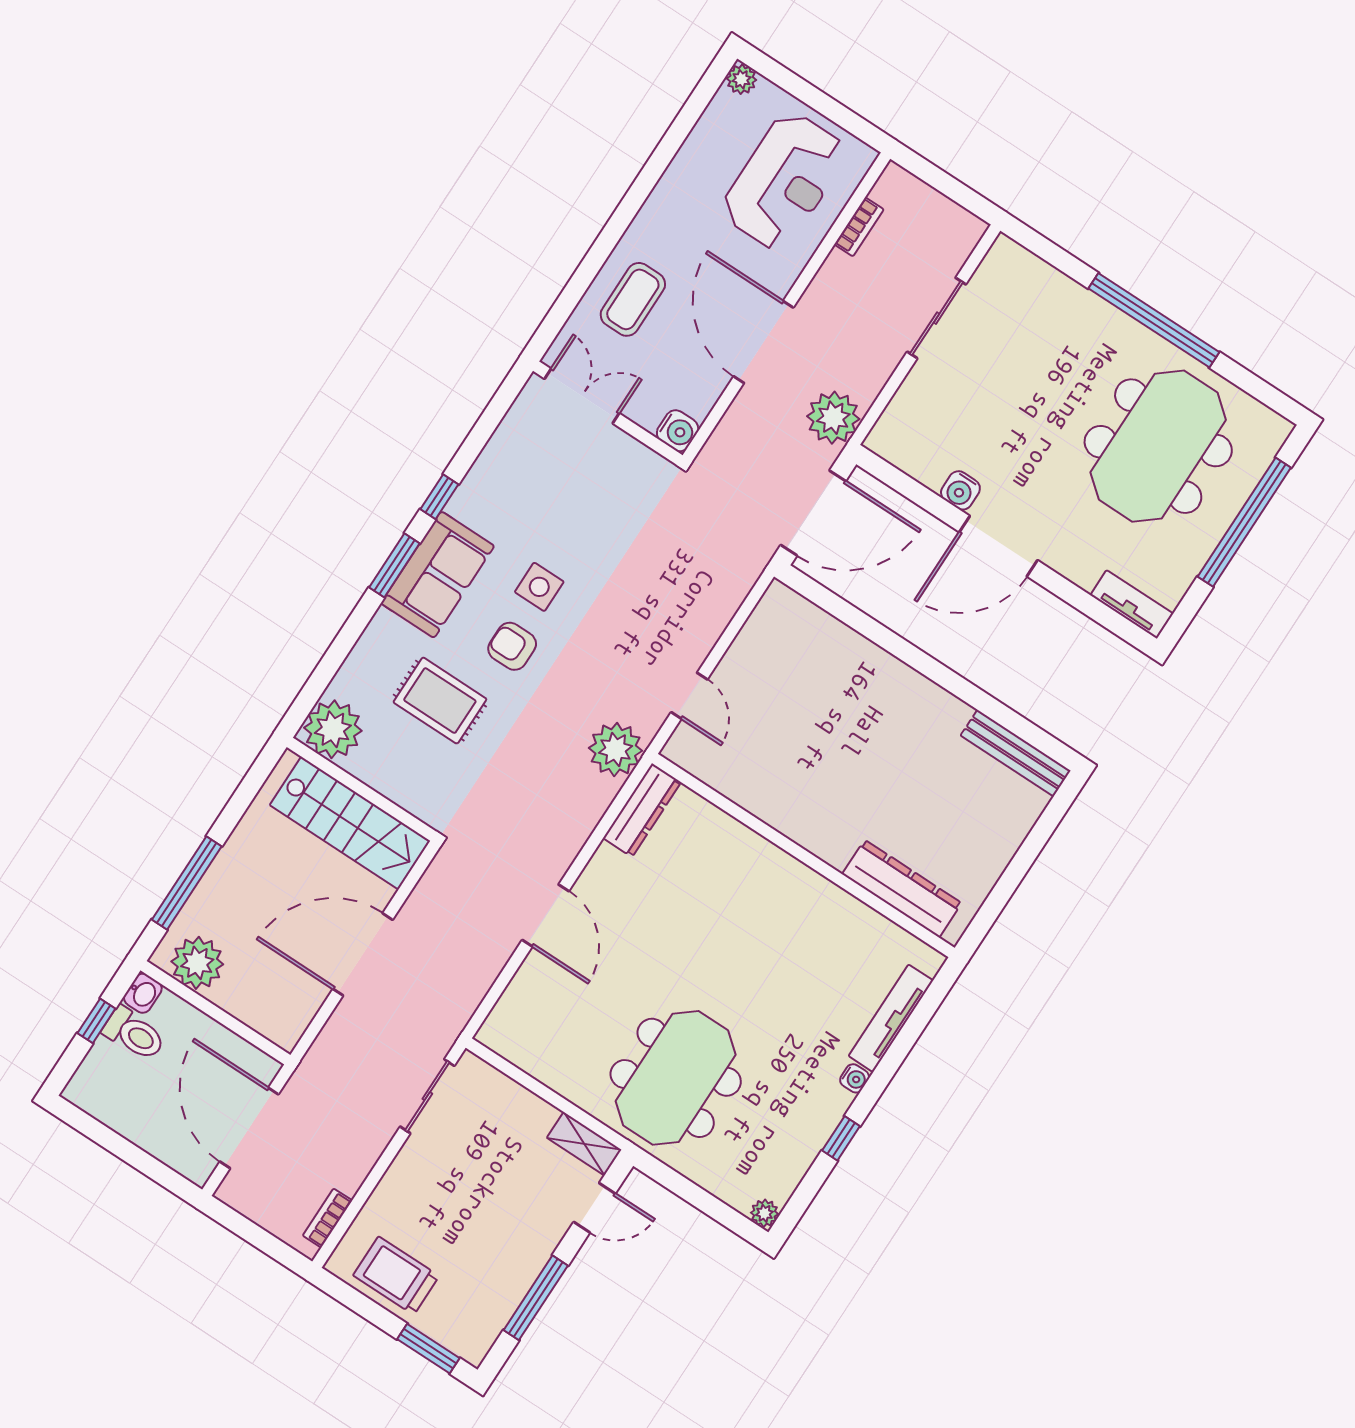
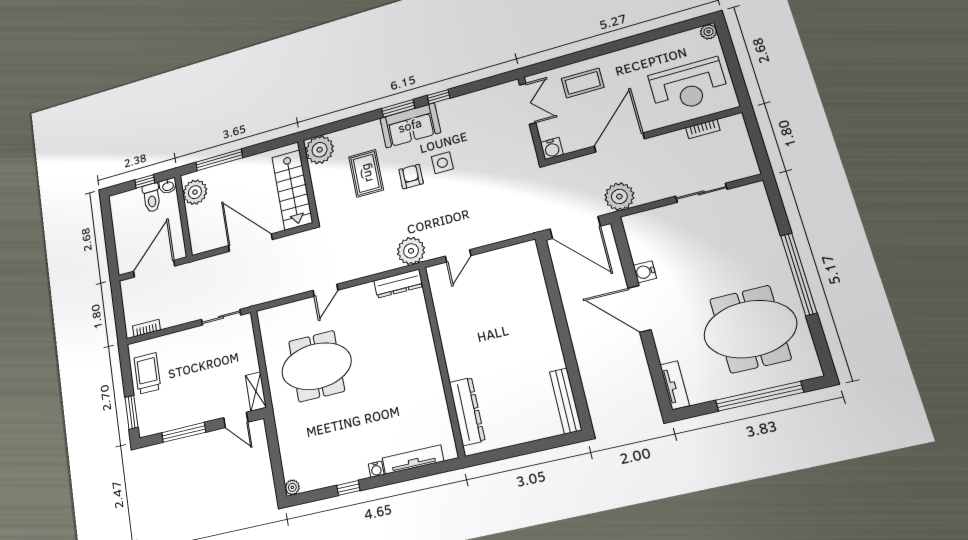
door: (546, 916) -> (326, 290), width x0.73
meeting table: (676, 1078) -> (316, 366), moved

